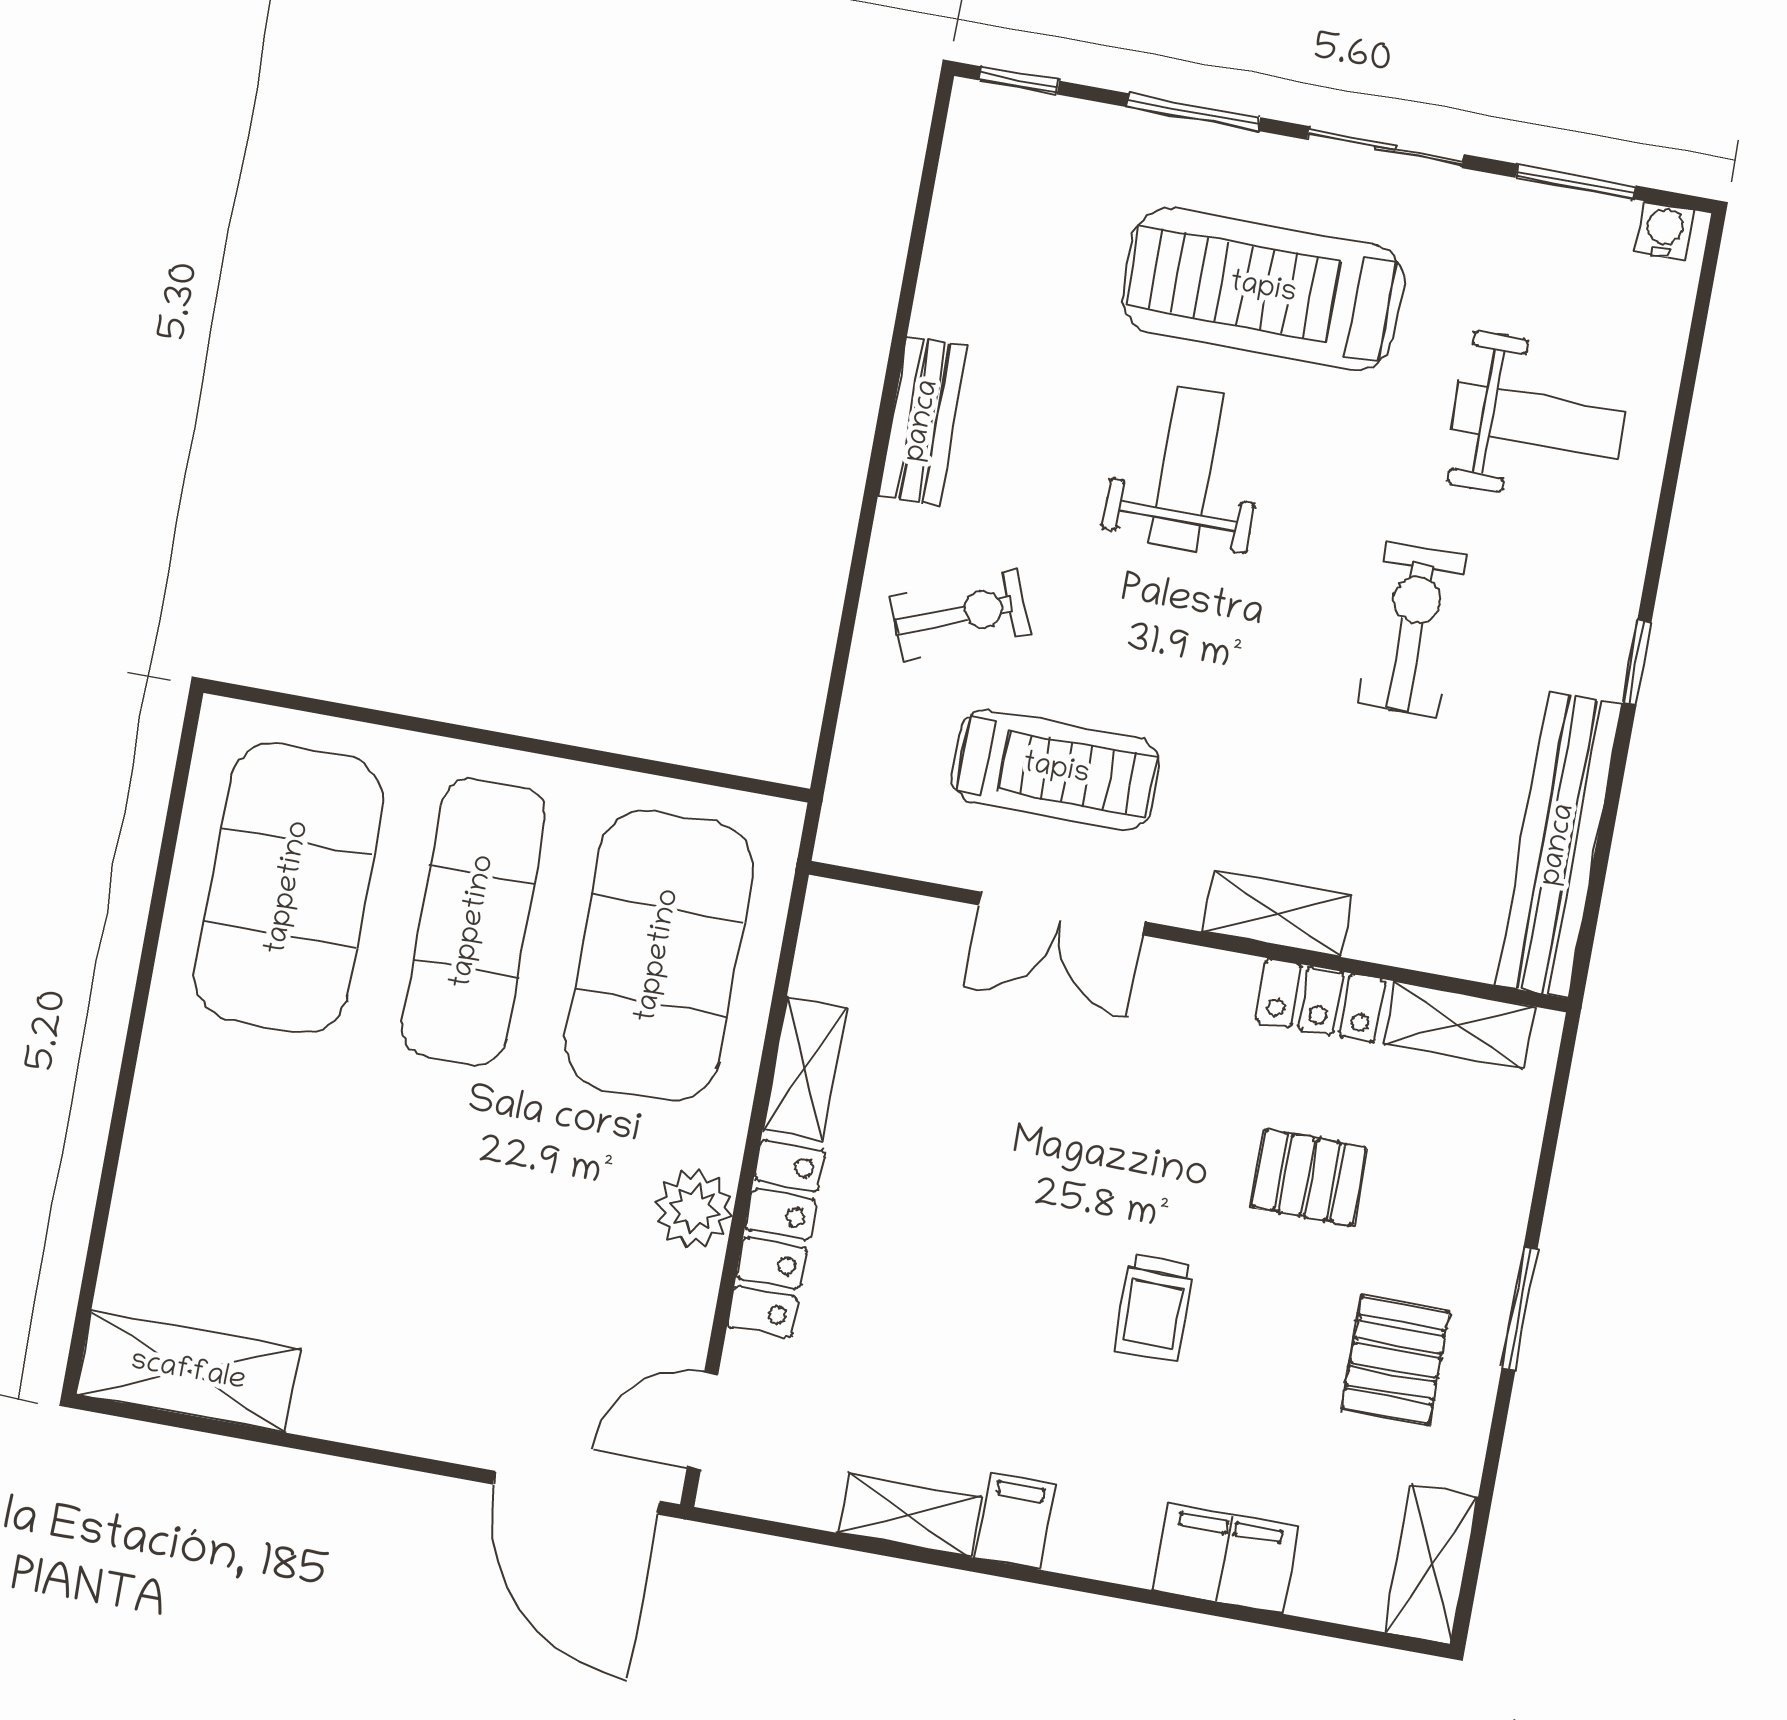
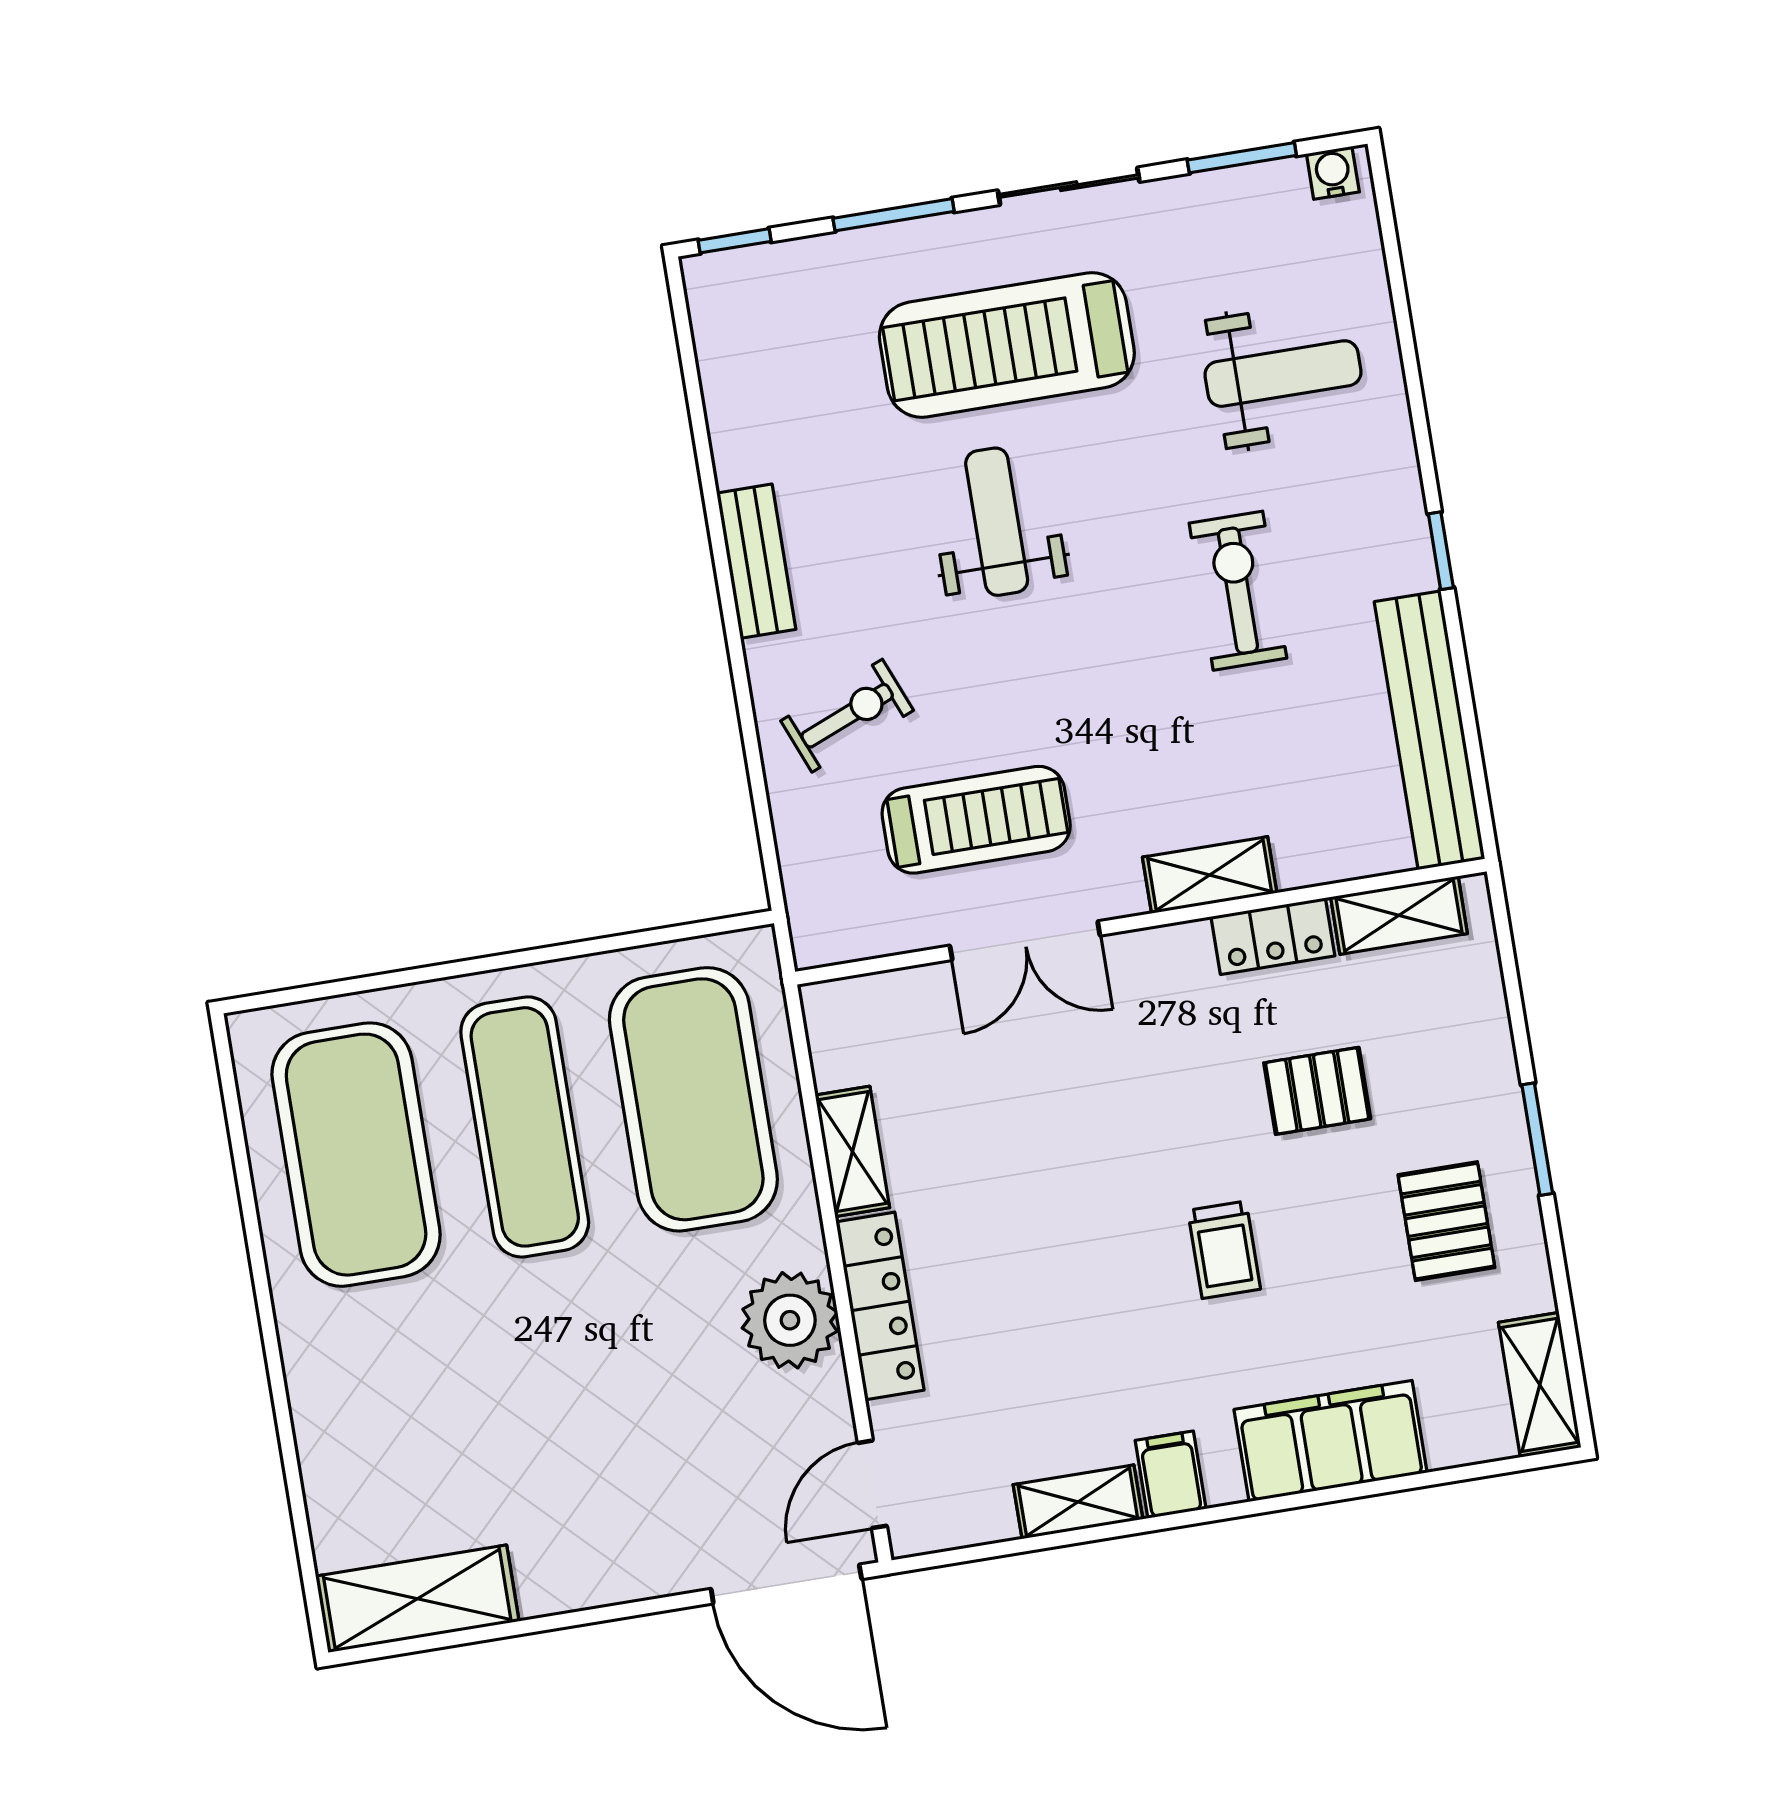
plant: (694, 1209) -> (790, 1320), width x1.36, depth x1.36
filing cabinet: (1225, 1558) -> (1331, 1441), width x1.50, depth x1.17

